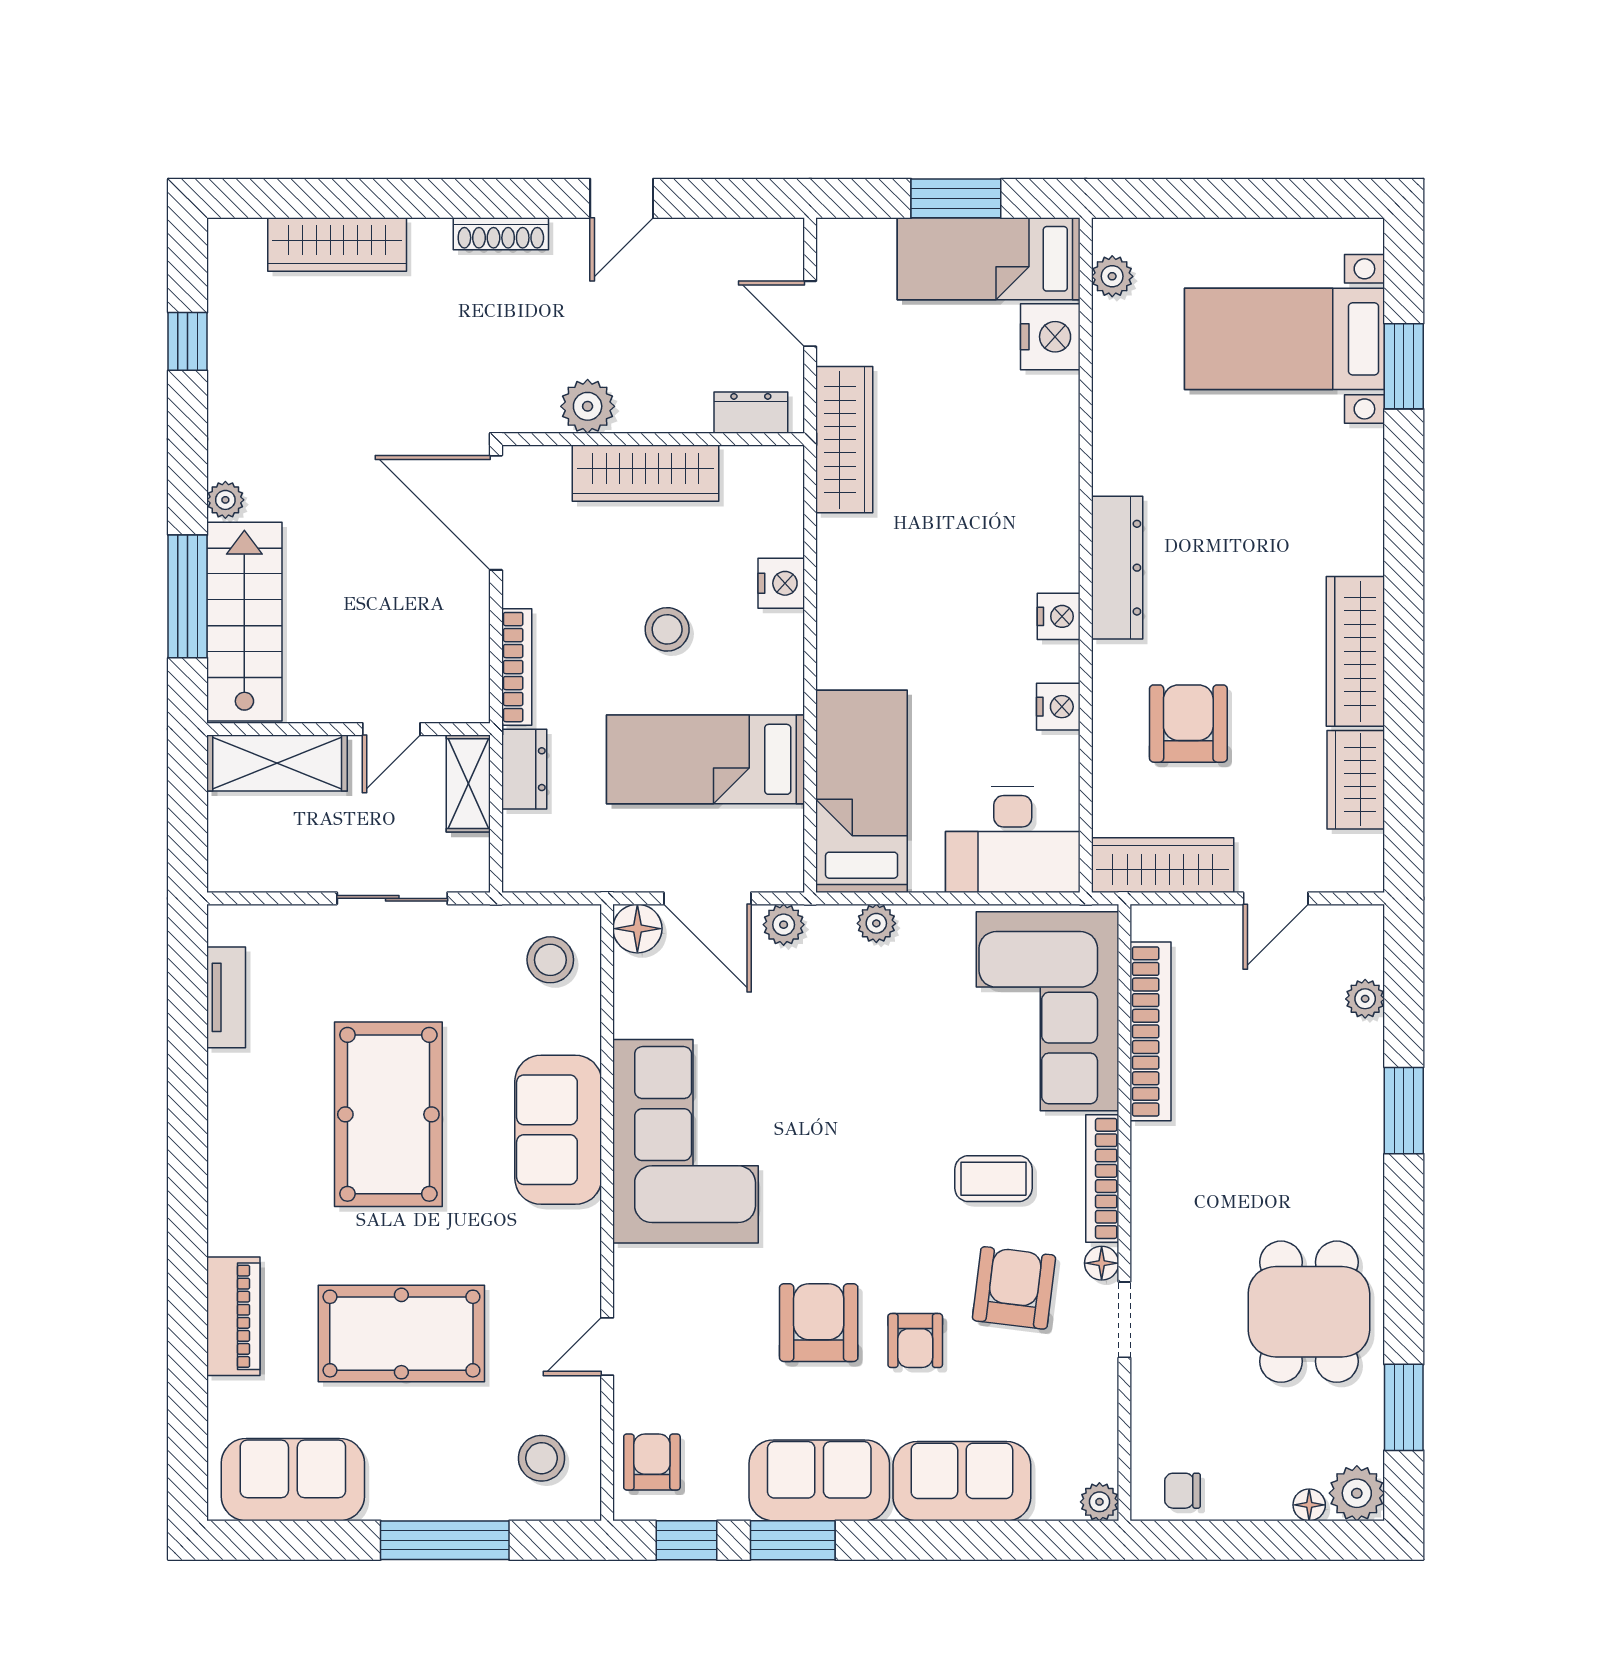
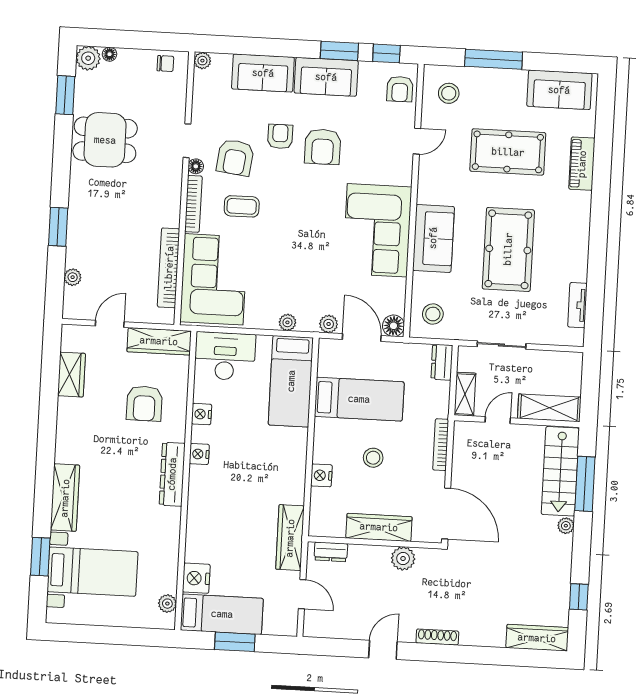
wardrobe: (337, 244) -> (537, 638), moved
wardrobe: (1355, 651) -> (65, 498), moved
dresser: (524, 769) -> (442, 362), moved
dining table: (1309, 1312) -> (105, 140), turned 90

